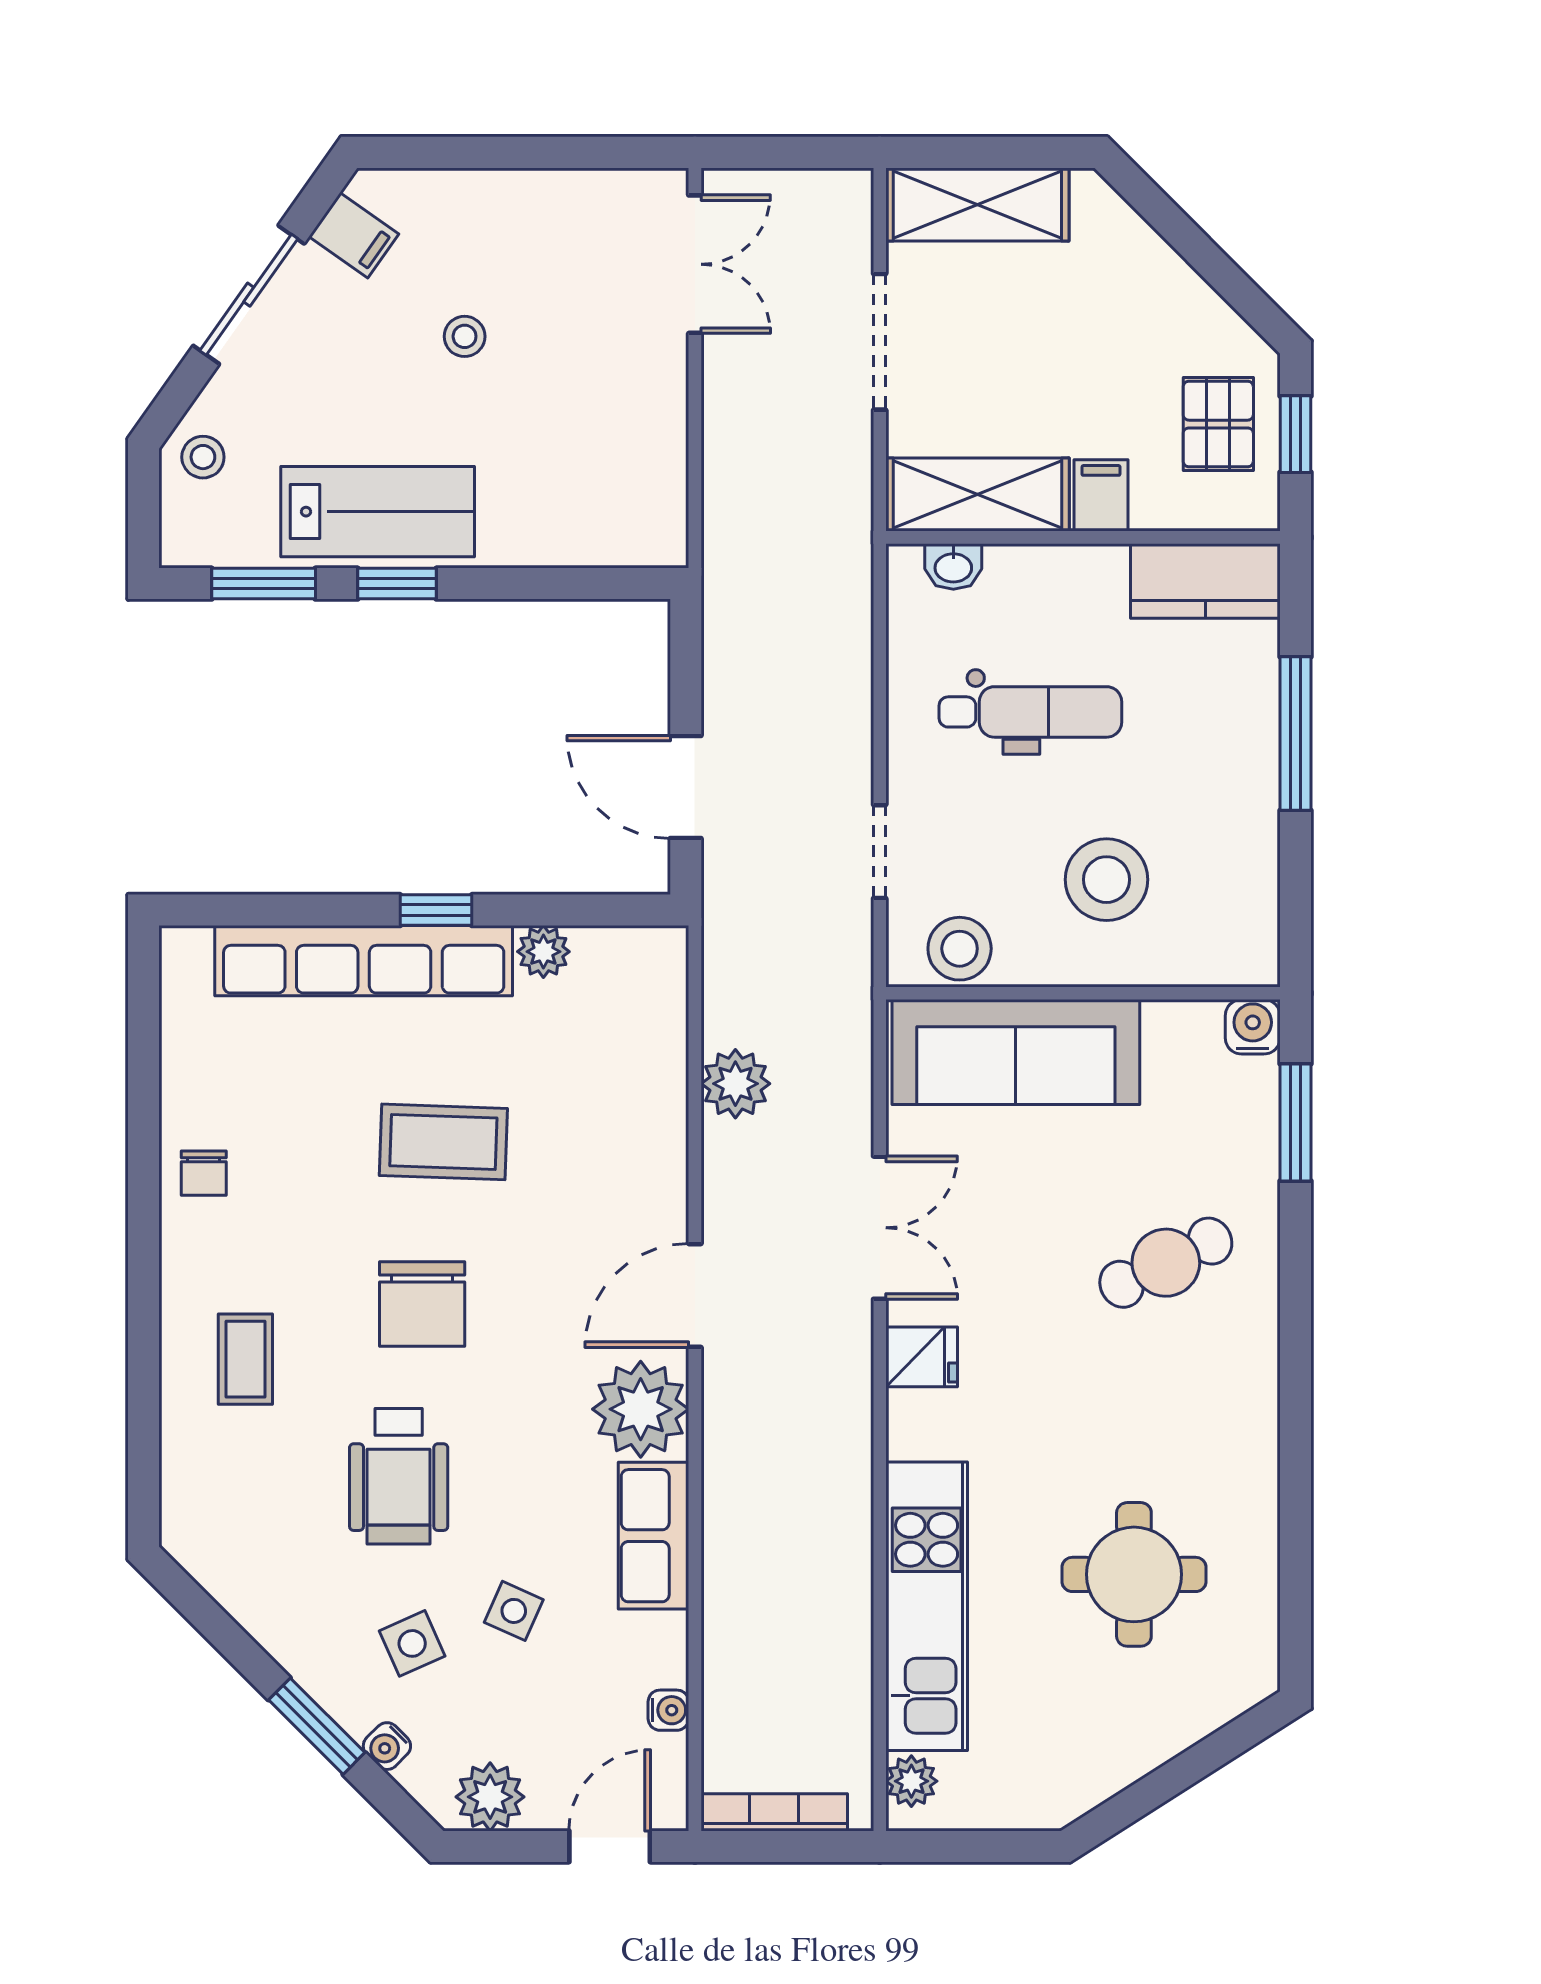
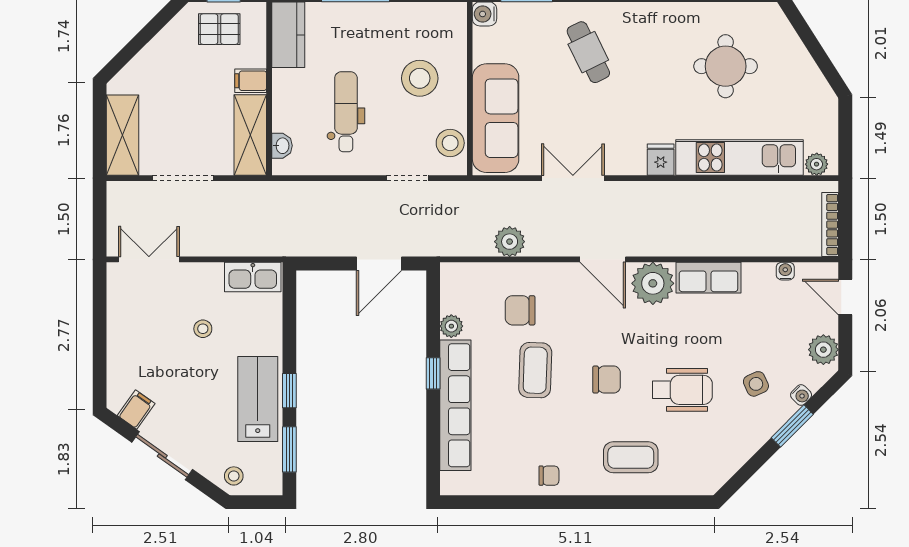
stool: (465, 336) -> (203, 329), moved
kitchen sink: (655, 500) -> (253, 277), added
chair: (579, 1108) -> (520, 310), added
chair: (422, 1304) -> (607, 380), width x0.73, depth x0.73
fridge: (922, 1357) -> (661, 160), moved
coffee table: (245, 1359) -> (631, 457), width x1.36, depth x1.30
side table: (514, 1611) -> (742, 339), removed

